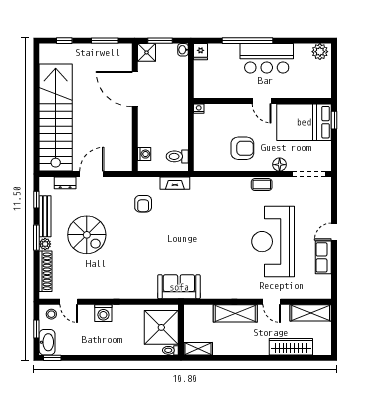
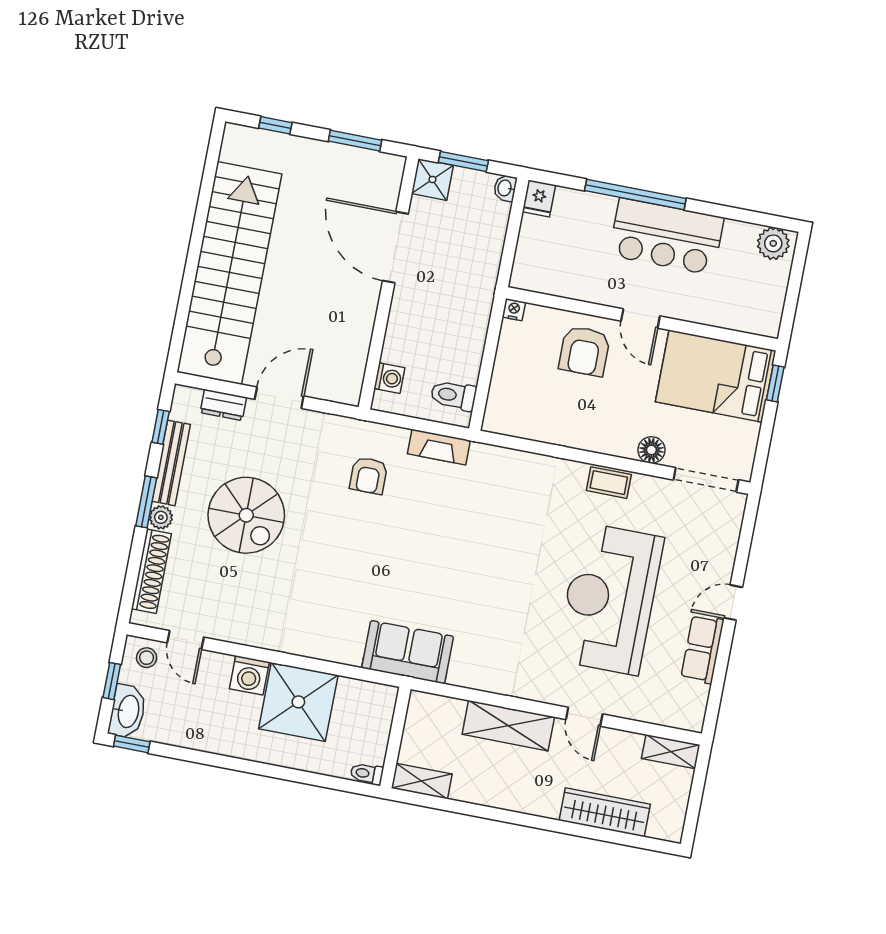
armchair: (242, 148) -> (584, 351), moved, turned 90
shelving: (311, 313) -> (671, 752), width x0.67, depth x0.75
shower: (161, 327) -> (298, 702), moved

